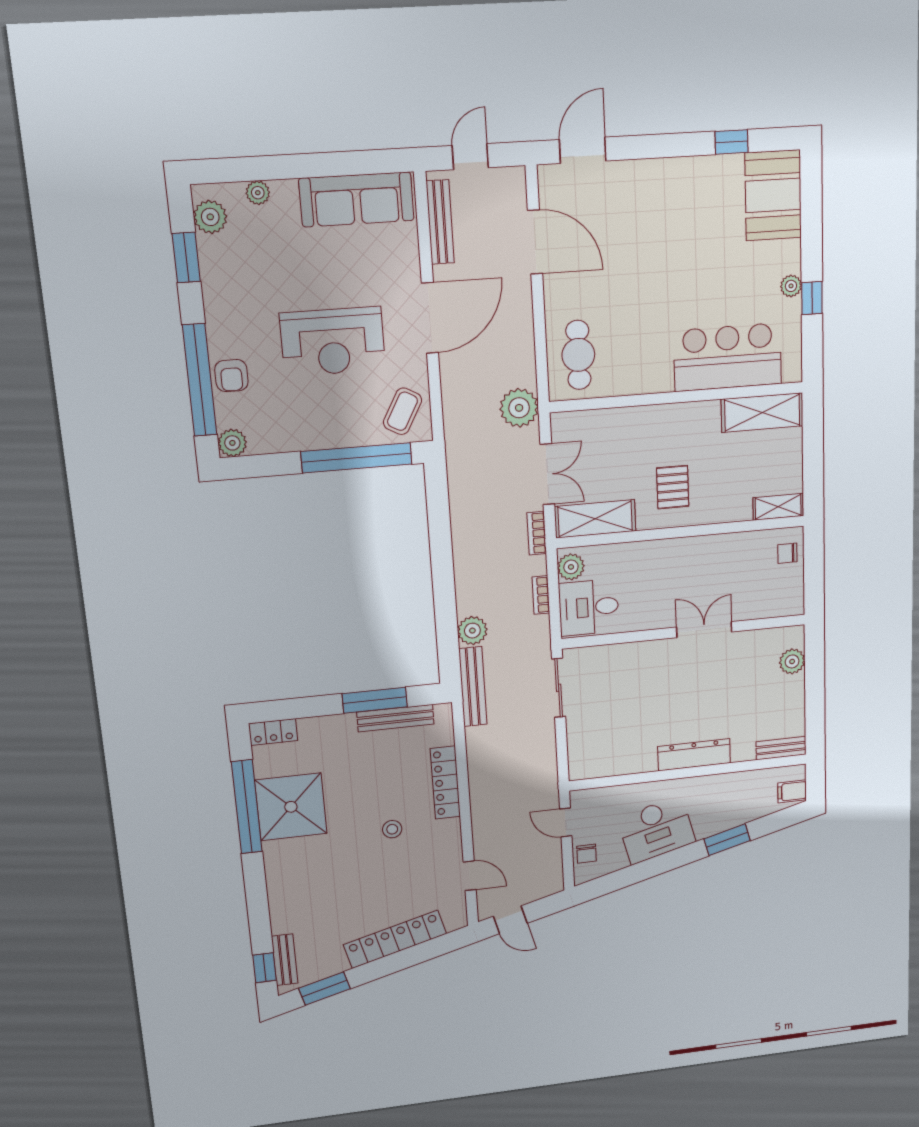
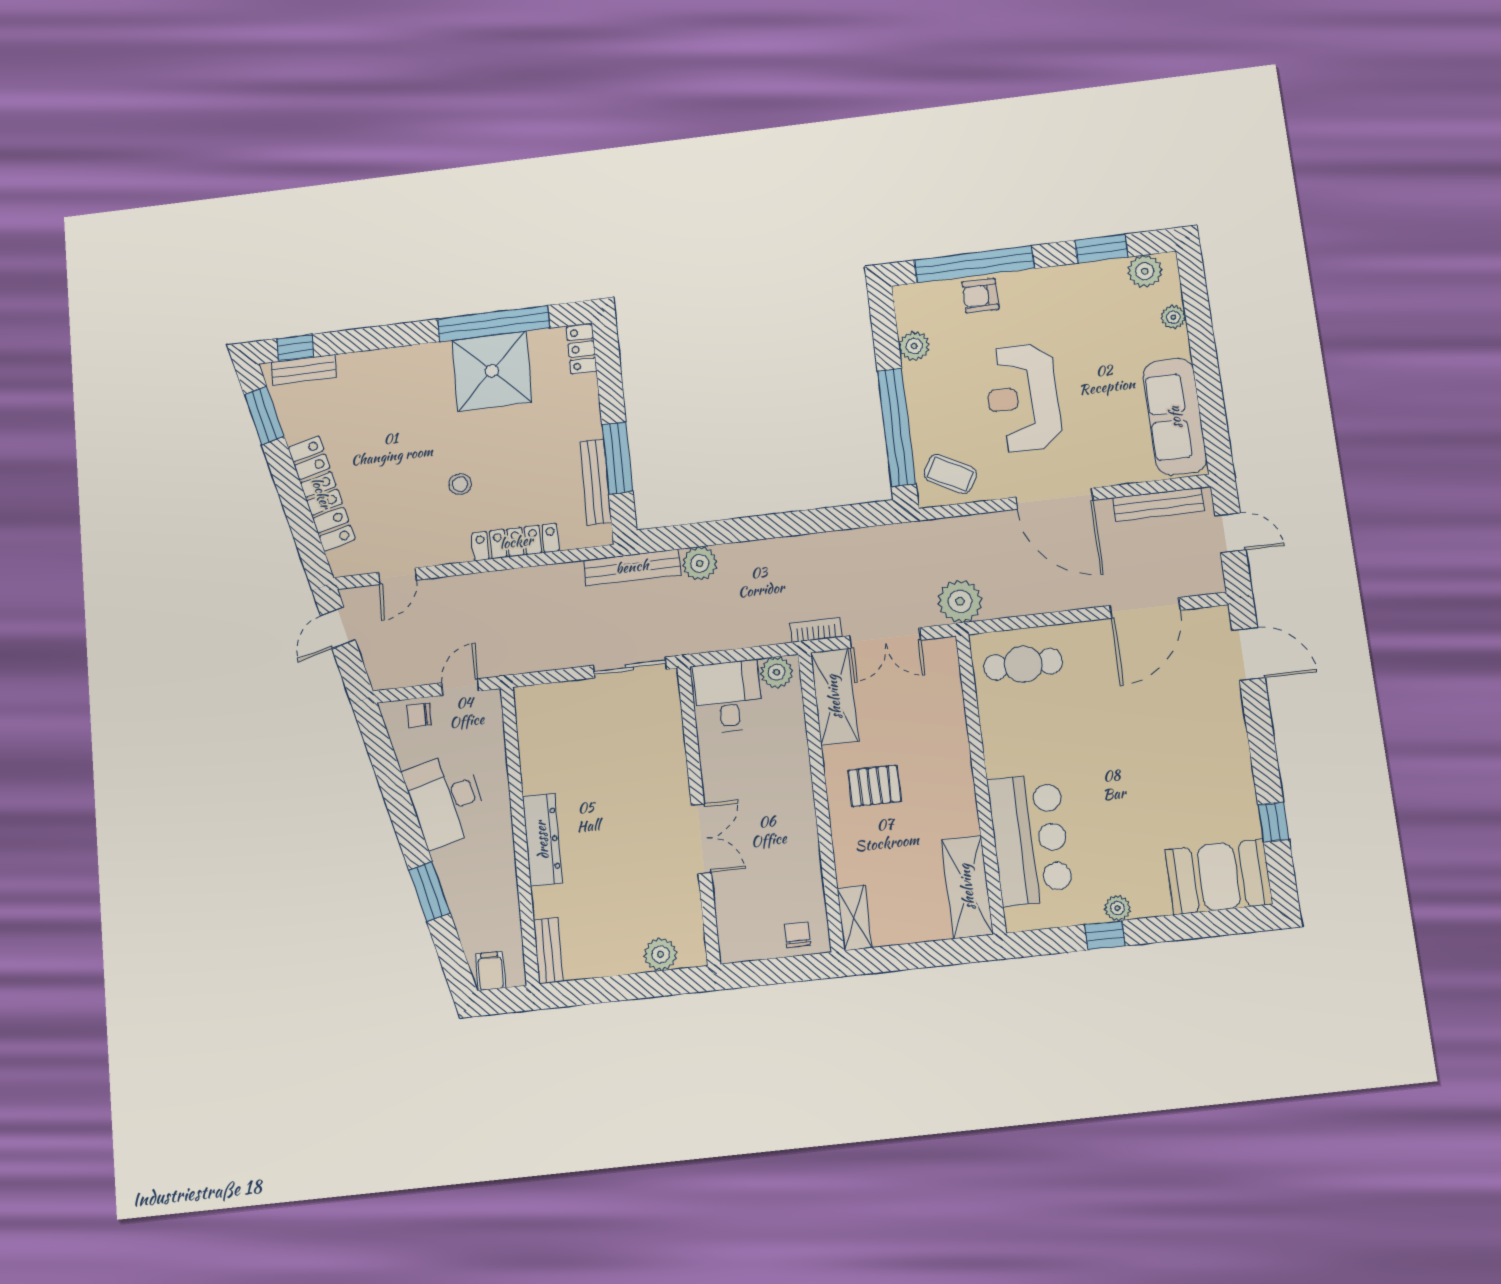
plant: (232, 443) -> (914, 346), moved
bookcase: (541, 595) -> (743, 639), removed

